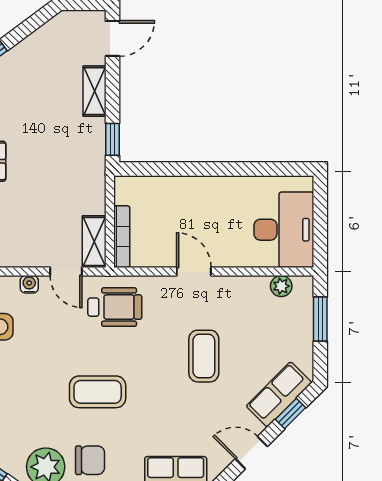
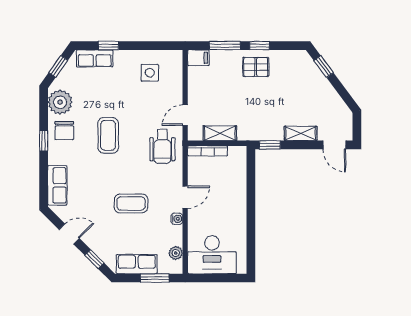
shelving: (94, 242) -> (220, 133), moved
water cooler: (29, 284) -> (177, 219), moved
row of seats: (279, 394) -> (137, 264), moved, turned -45
door: (251, 453) -> (69, 234), hinge flipped

